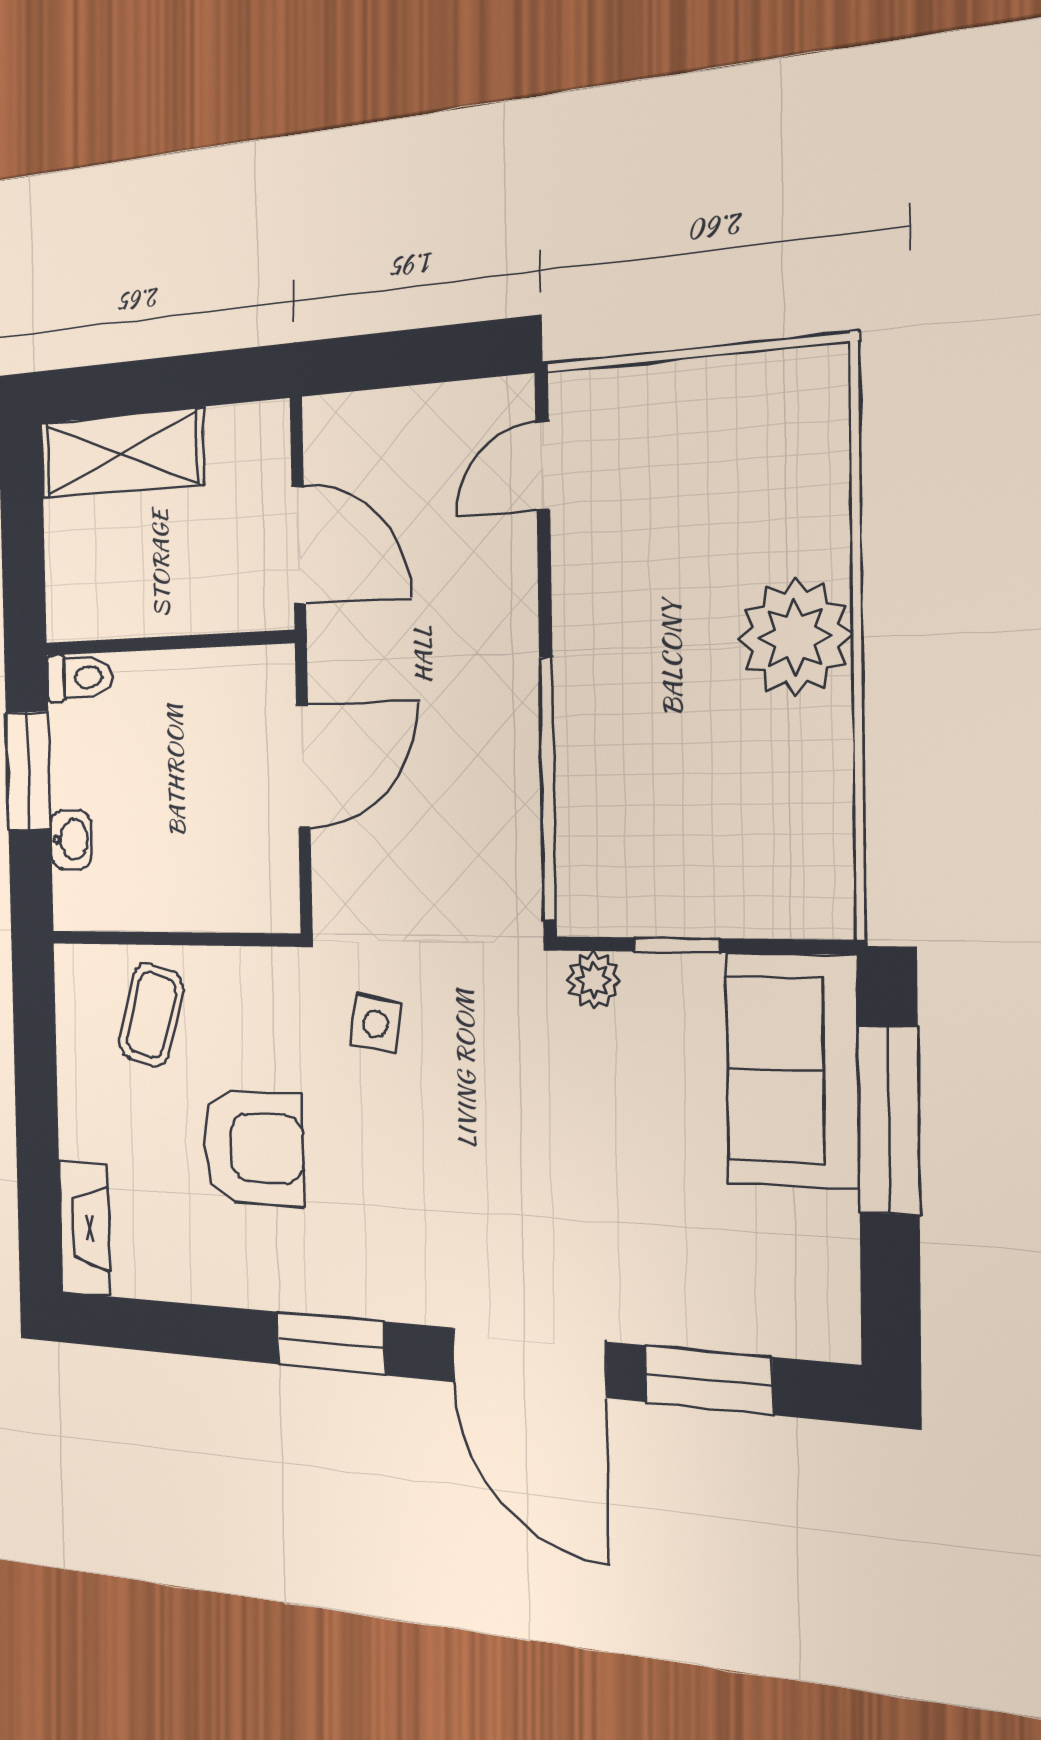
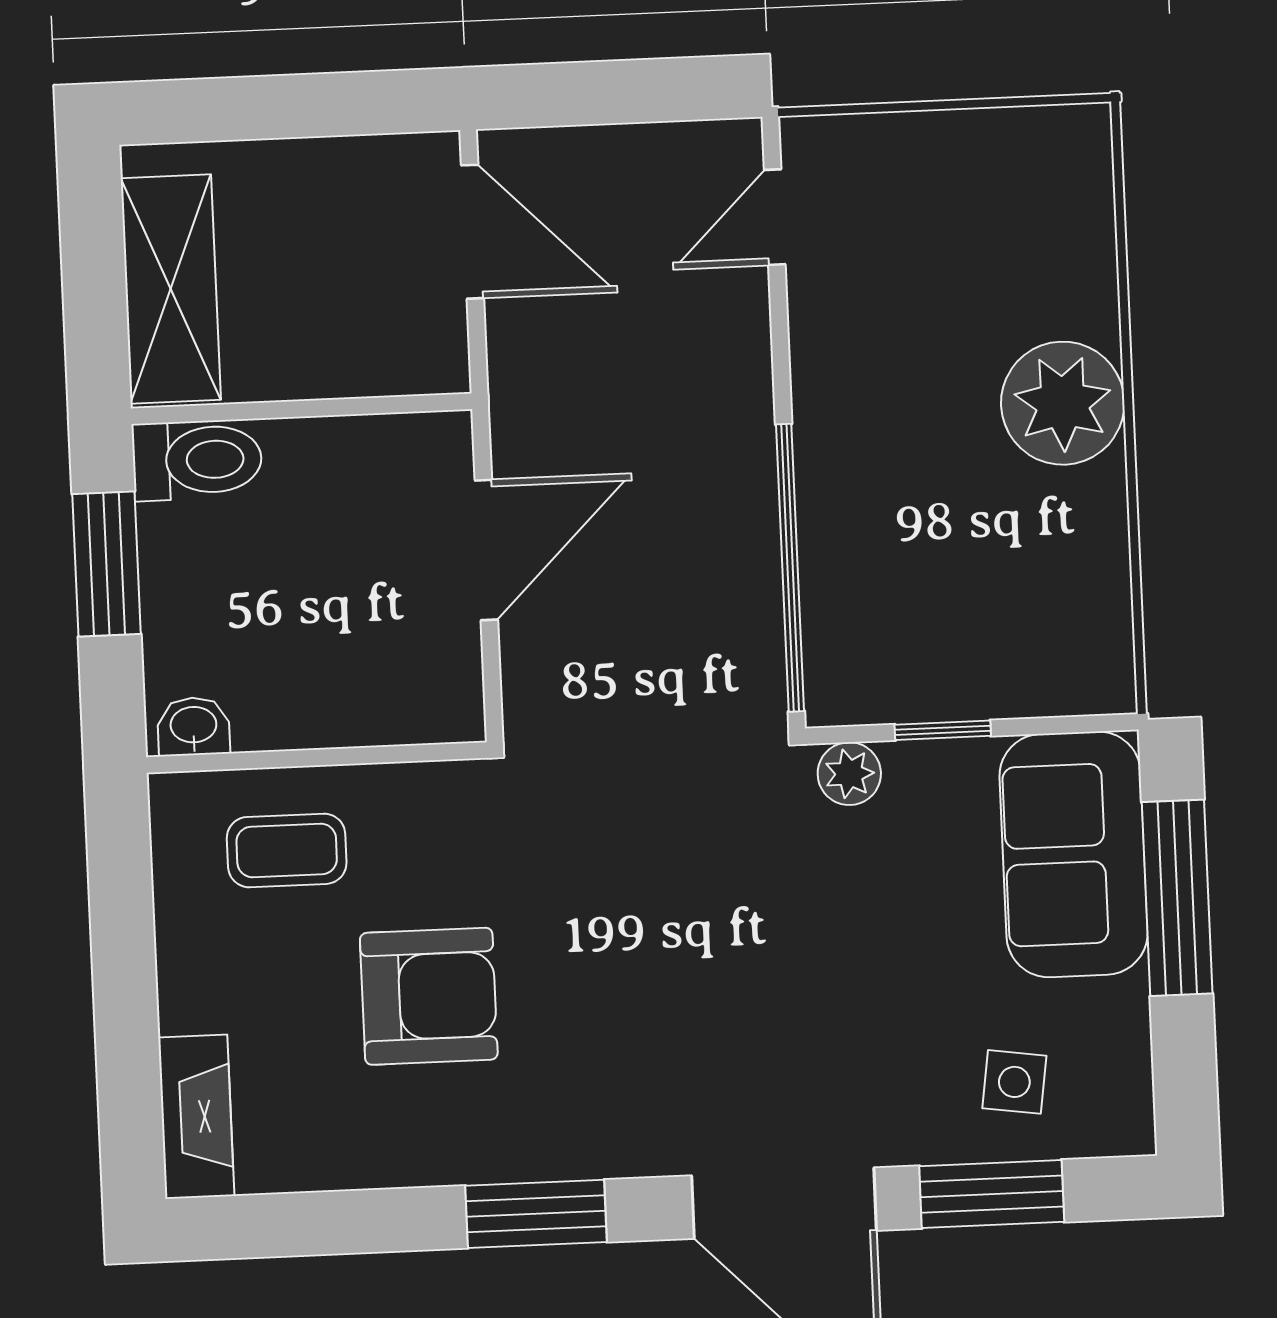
shelving: (121, 453) -> (171, 289), moved, turned 90
door: (299, 545) -> (472, 232), moved
toilet: (79, 678) -> (197, 460), width x1.37, depth x1.39
washbasin: (71, 840) -> (193, 726), moved, turned -90
coffee table: (151, 1015) -> (287, 850), turned 74
side table: (376, 1024) -> (1014, 1082), moved

